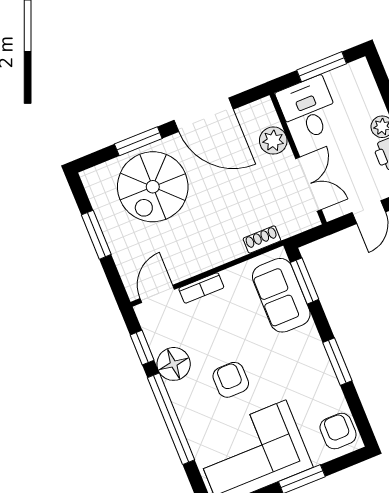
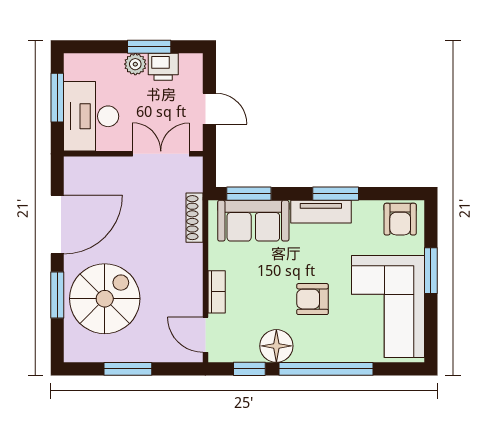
desk: (308, 109) -> (91, 116), width x1.37
plant: (273, 141) -> (107, 170), removed
spiral stairs: (153, 187) -> (105, 299), turned -90
shoe rack: (262, 239) -> (194, 218), width x1.43
tv unit: (315, 355) -> (321, 212), added
armchair: (338, 431) -> (400, 219), turned -90

